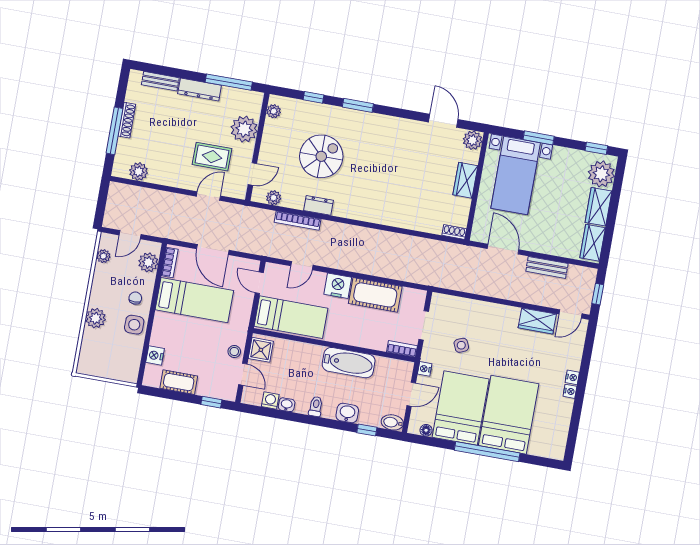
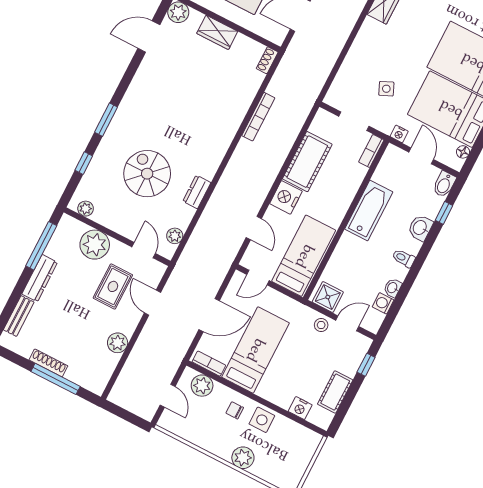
plant: (139, 172) -> (118, 343), moved
bookcase: (298, 221) -> (258, 117), moved
plant: (103, 256) -> (181, 430), removed

